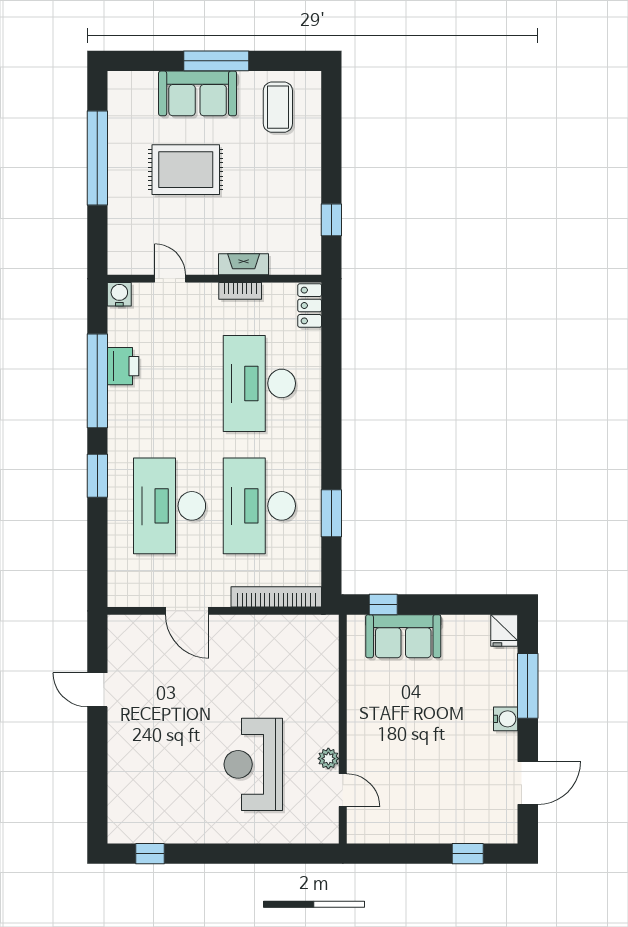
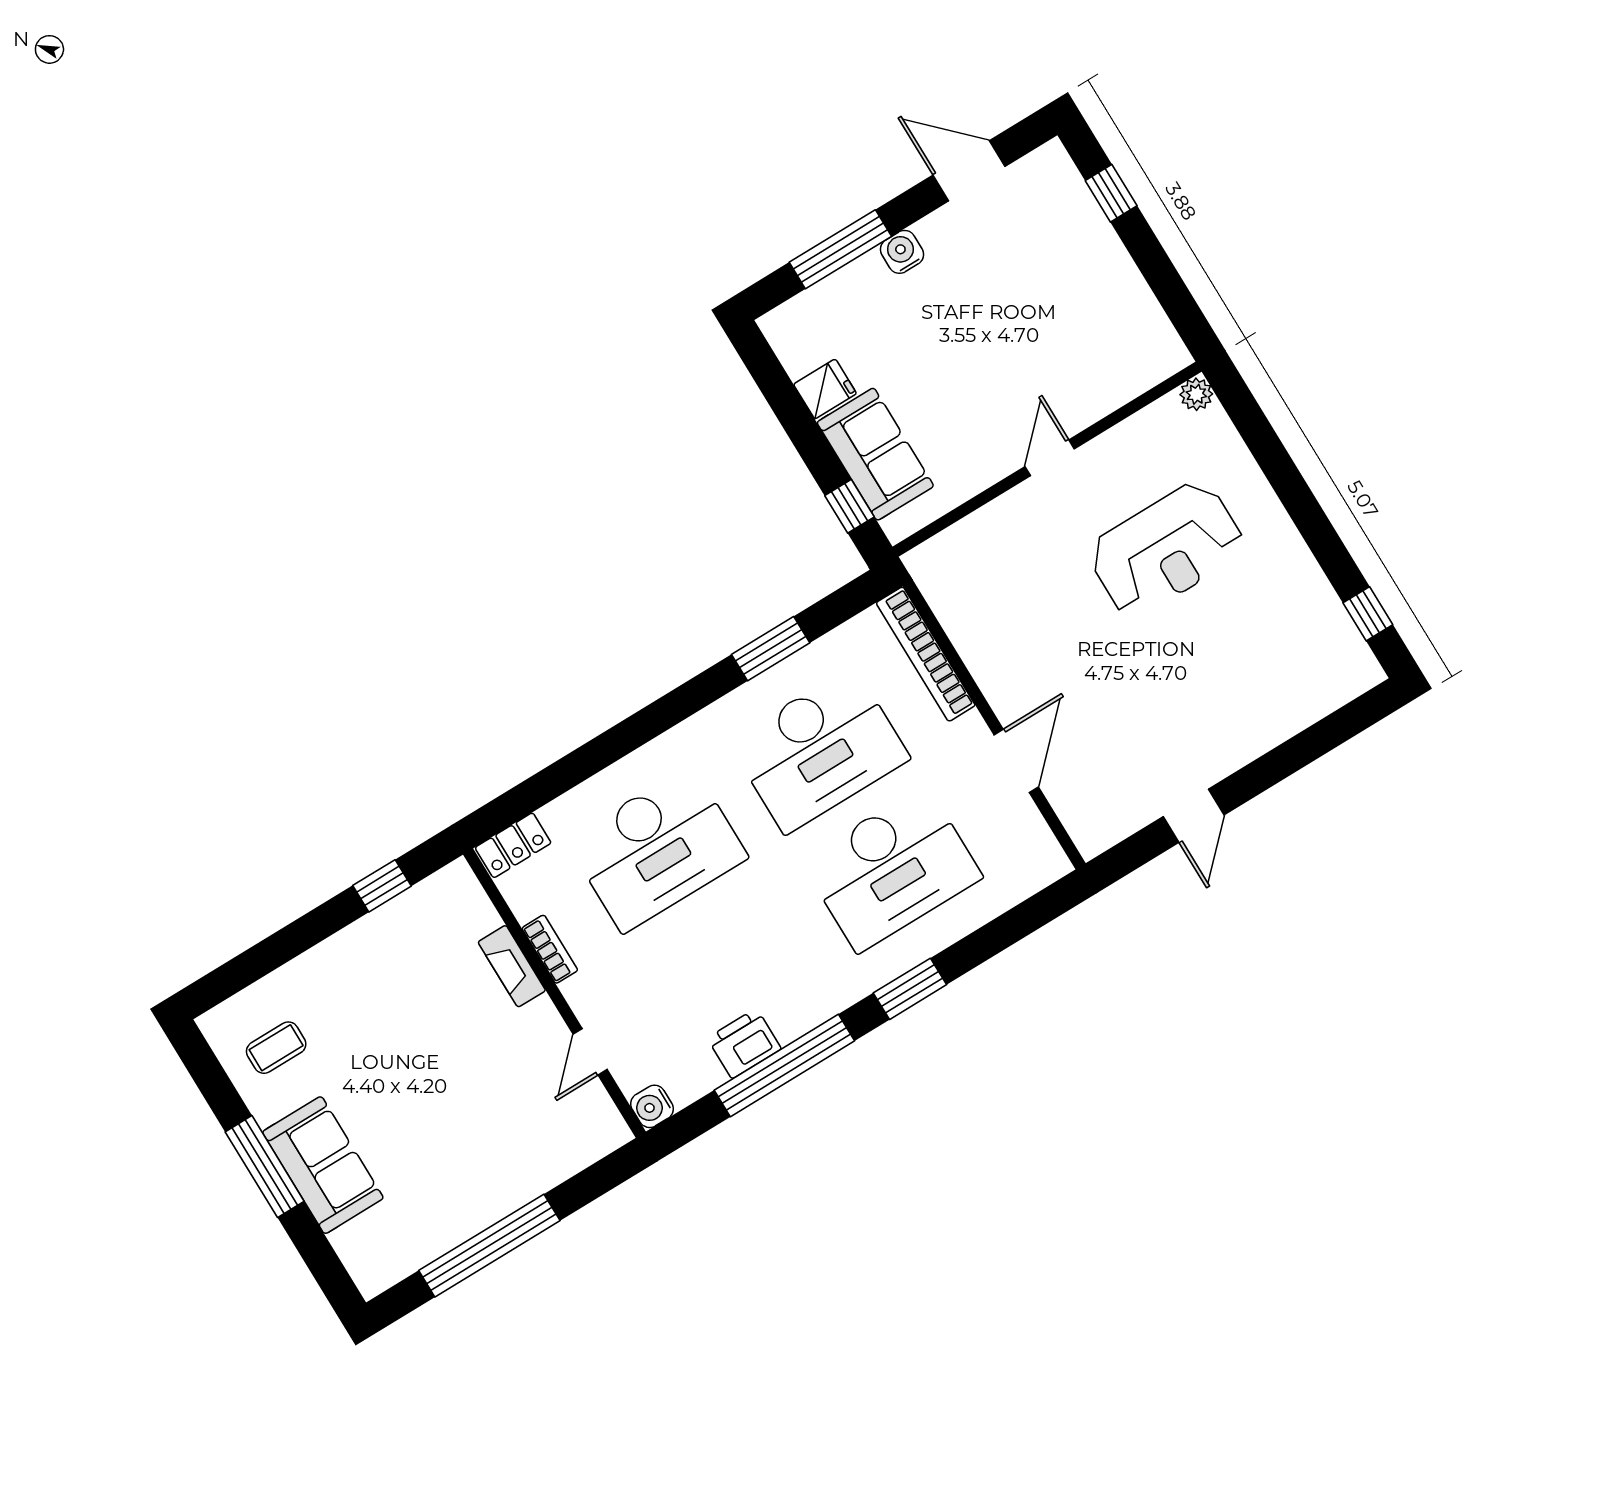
coffee table: (278, 107) -> (276, 1048), width x0.73, depth x0.77
rug: (186, 170) -> (433, 1119), removed
fridge: (504, 630) -> (825, 389), moved
plant: (328, 759) -> (1196, 394), moved
door: (343, 790) -> (1050, 458), moved

